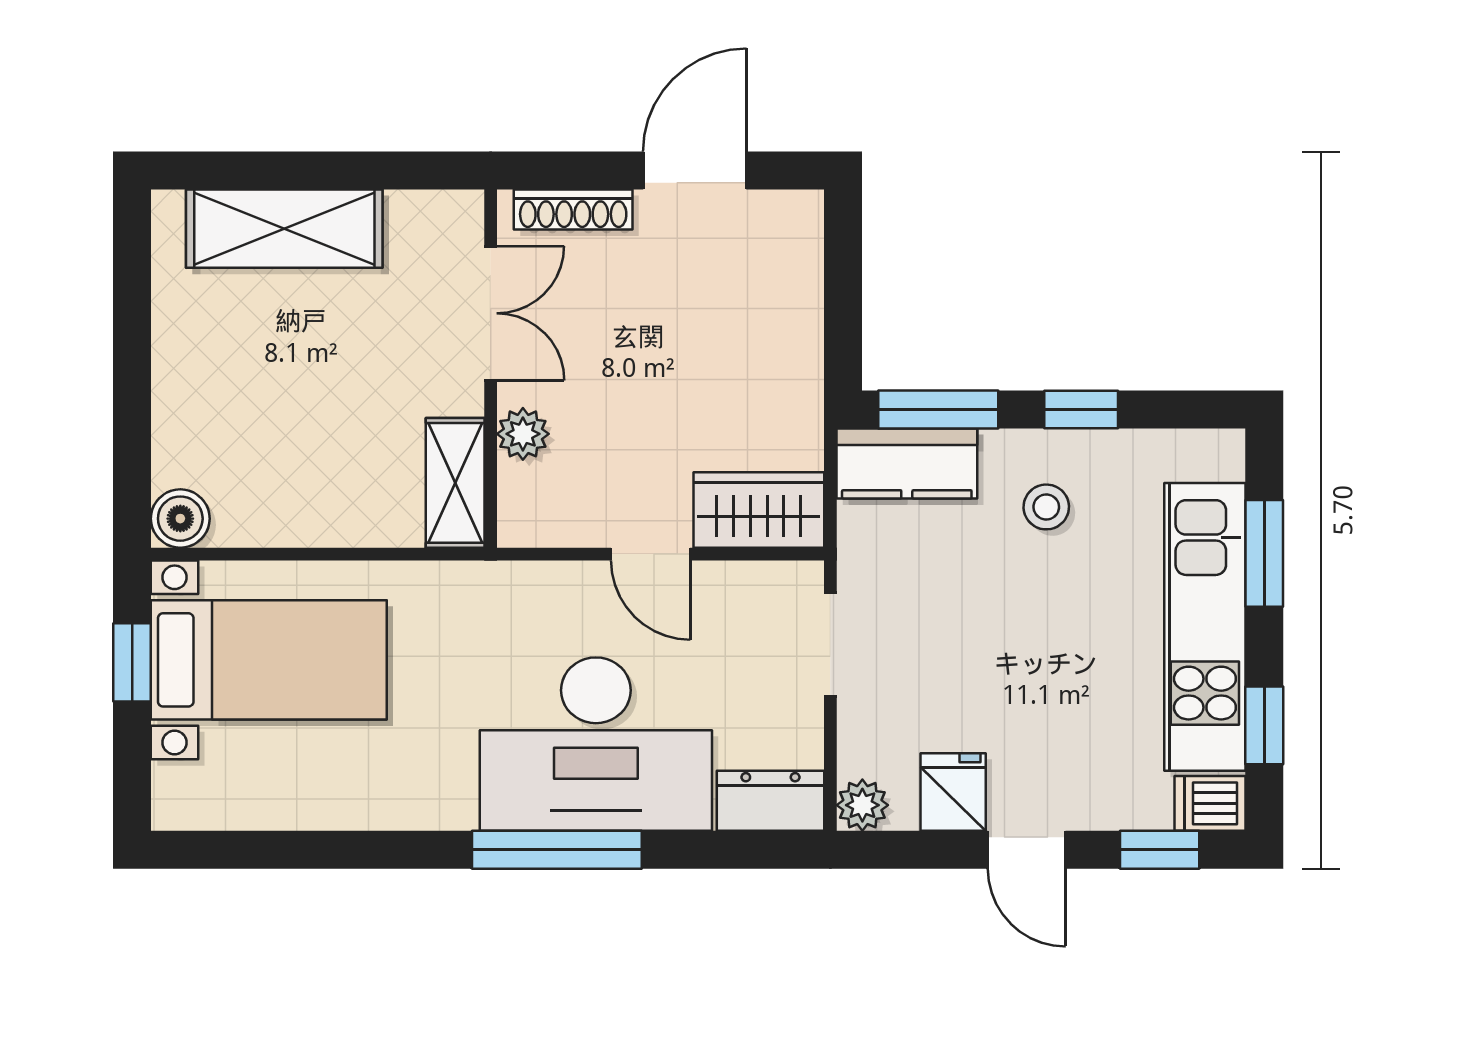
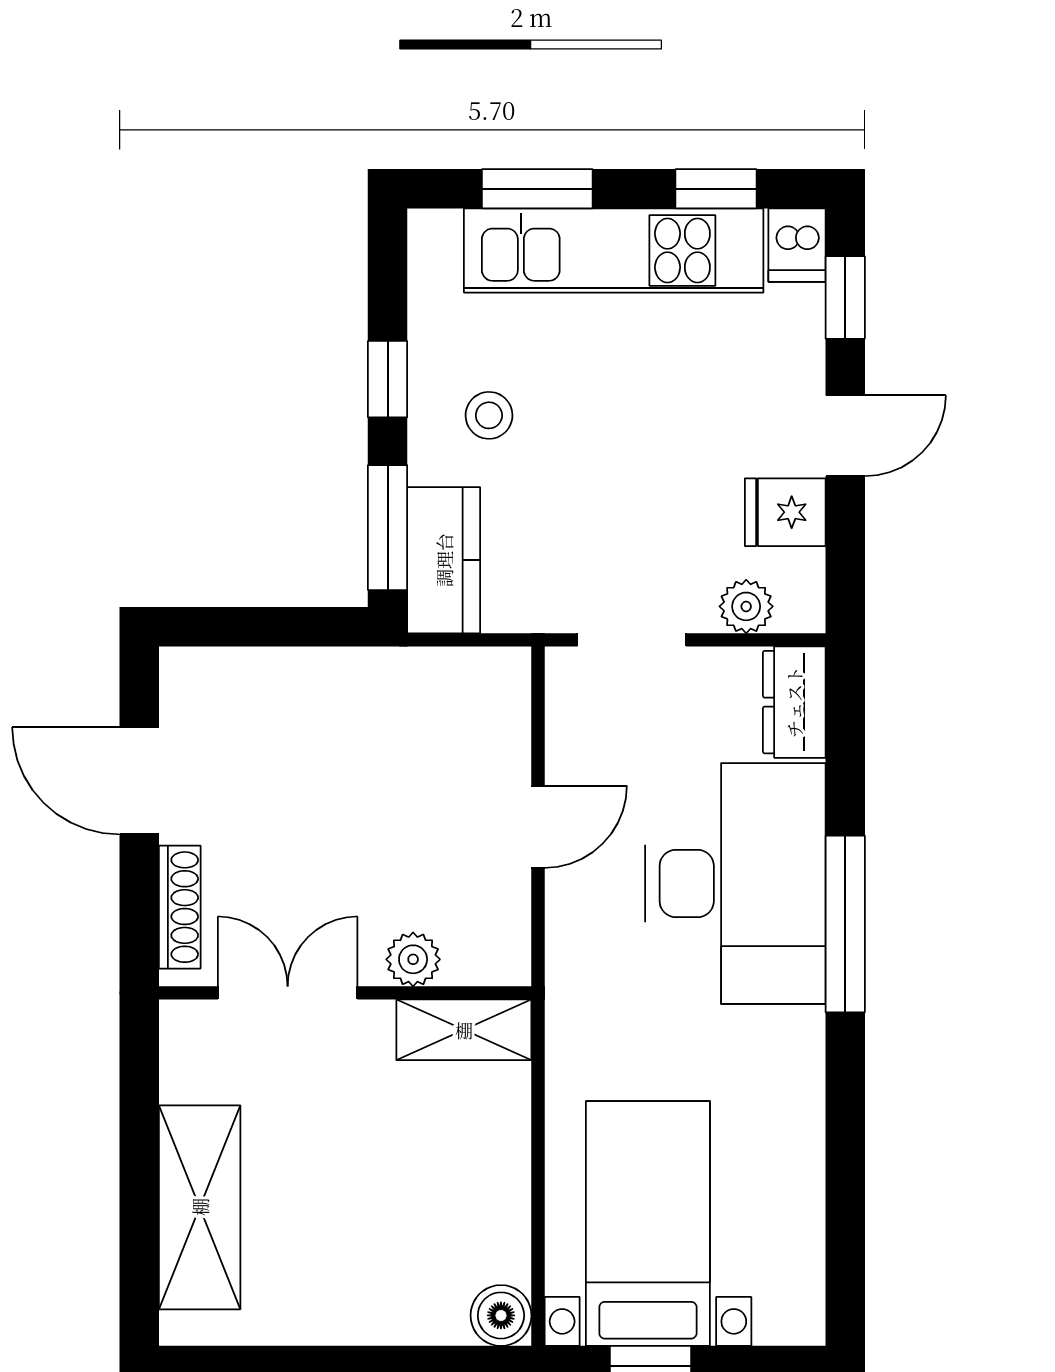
wardrobe: (759, 510) -> (492, 714), removed
plant: (862, 805) -> (746, 606), moved

